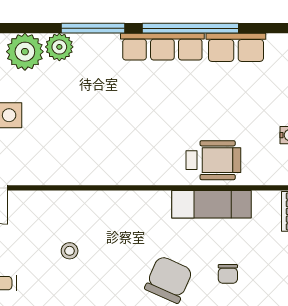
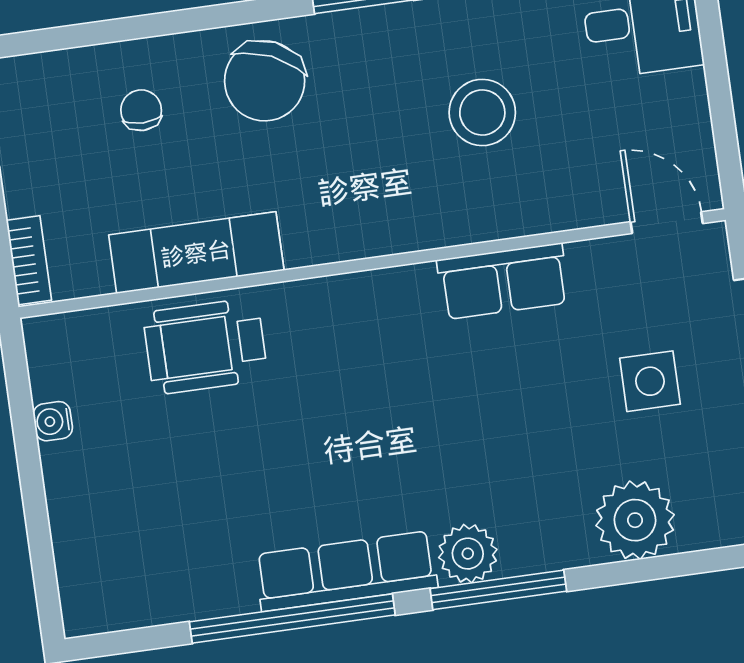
plant: (59, 47) -> (468, 554), moved
row of seats: (236, 47) -> (503, 281), moved, turned 180
stool: (70, 251) -> (482, 112), width x1.89, depth x1.89

